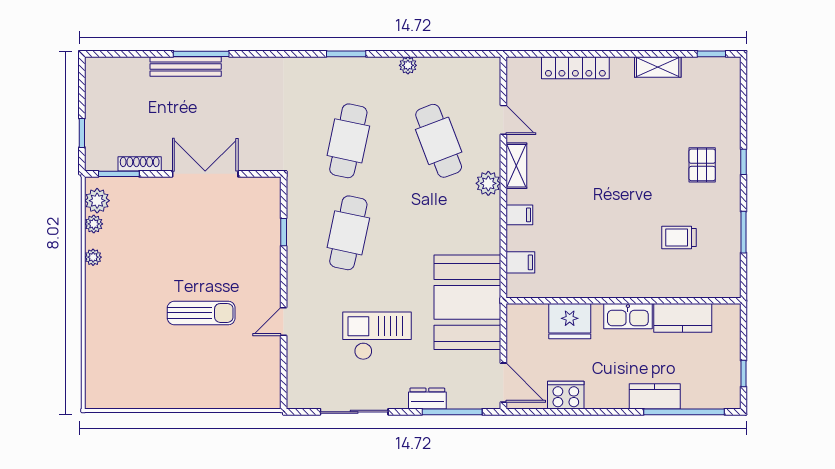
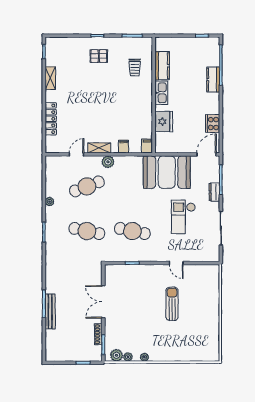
wall: (623, 301) -> (154, 95), moved
kitchen sink: (628, 316) -> (161, 93), moved
kitchen counter: (683, 318) -> (162, 66), moved
fridge: (570, 321) -> (164, 122), moved

